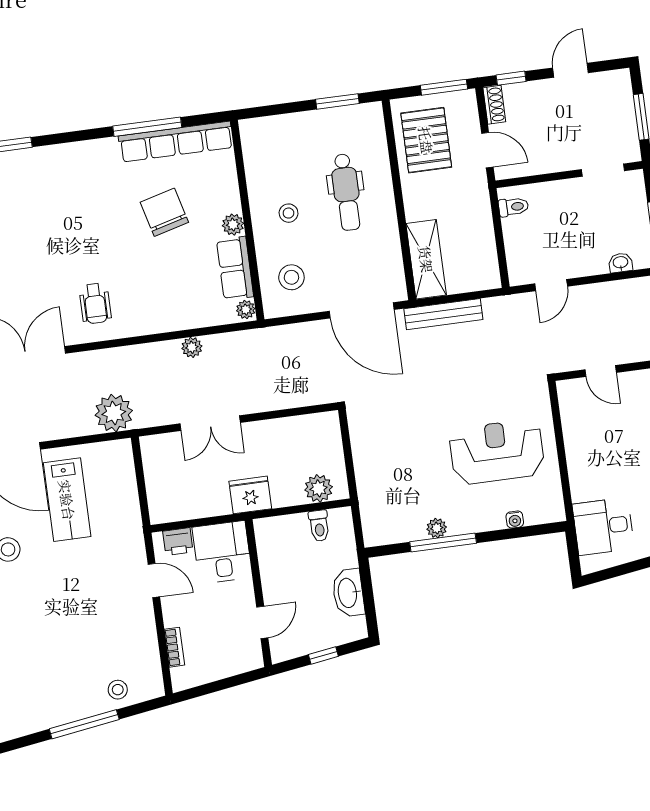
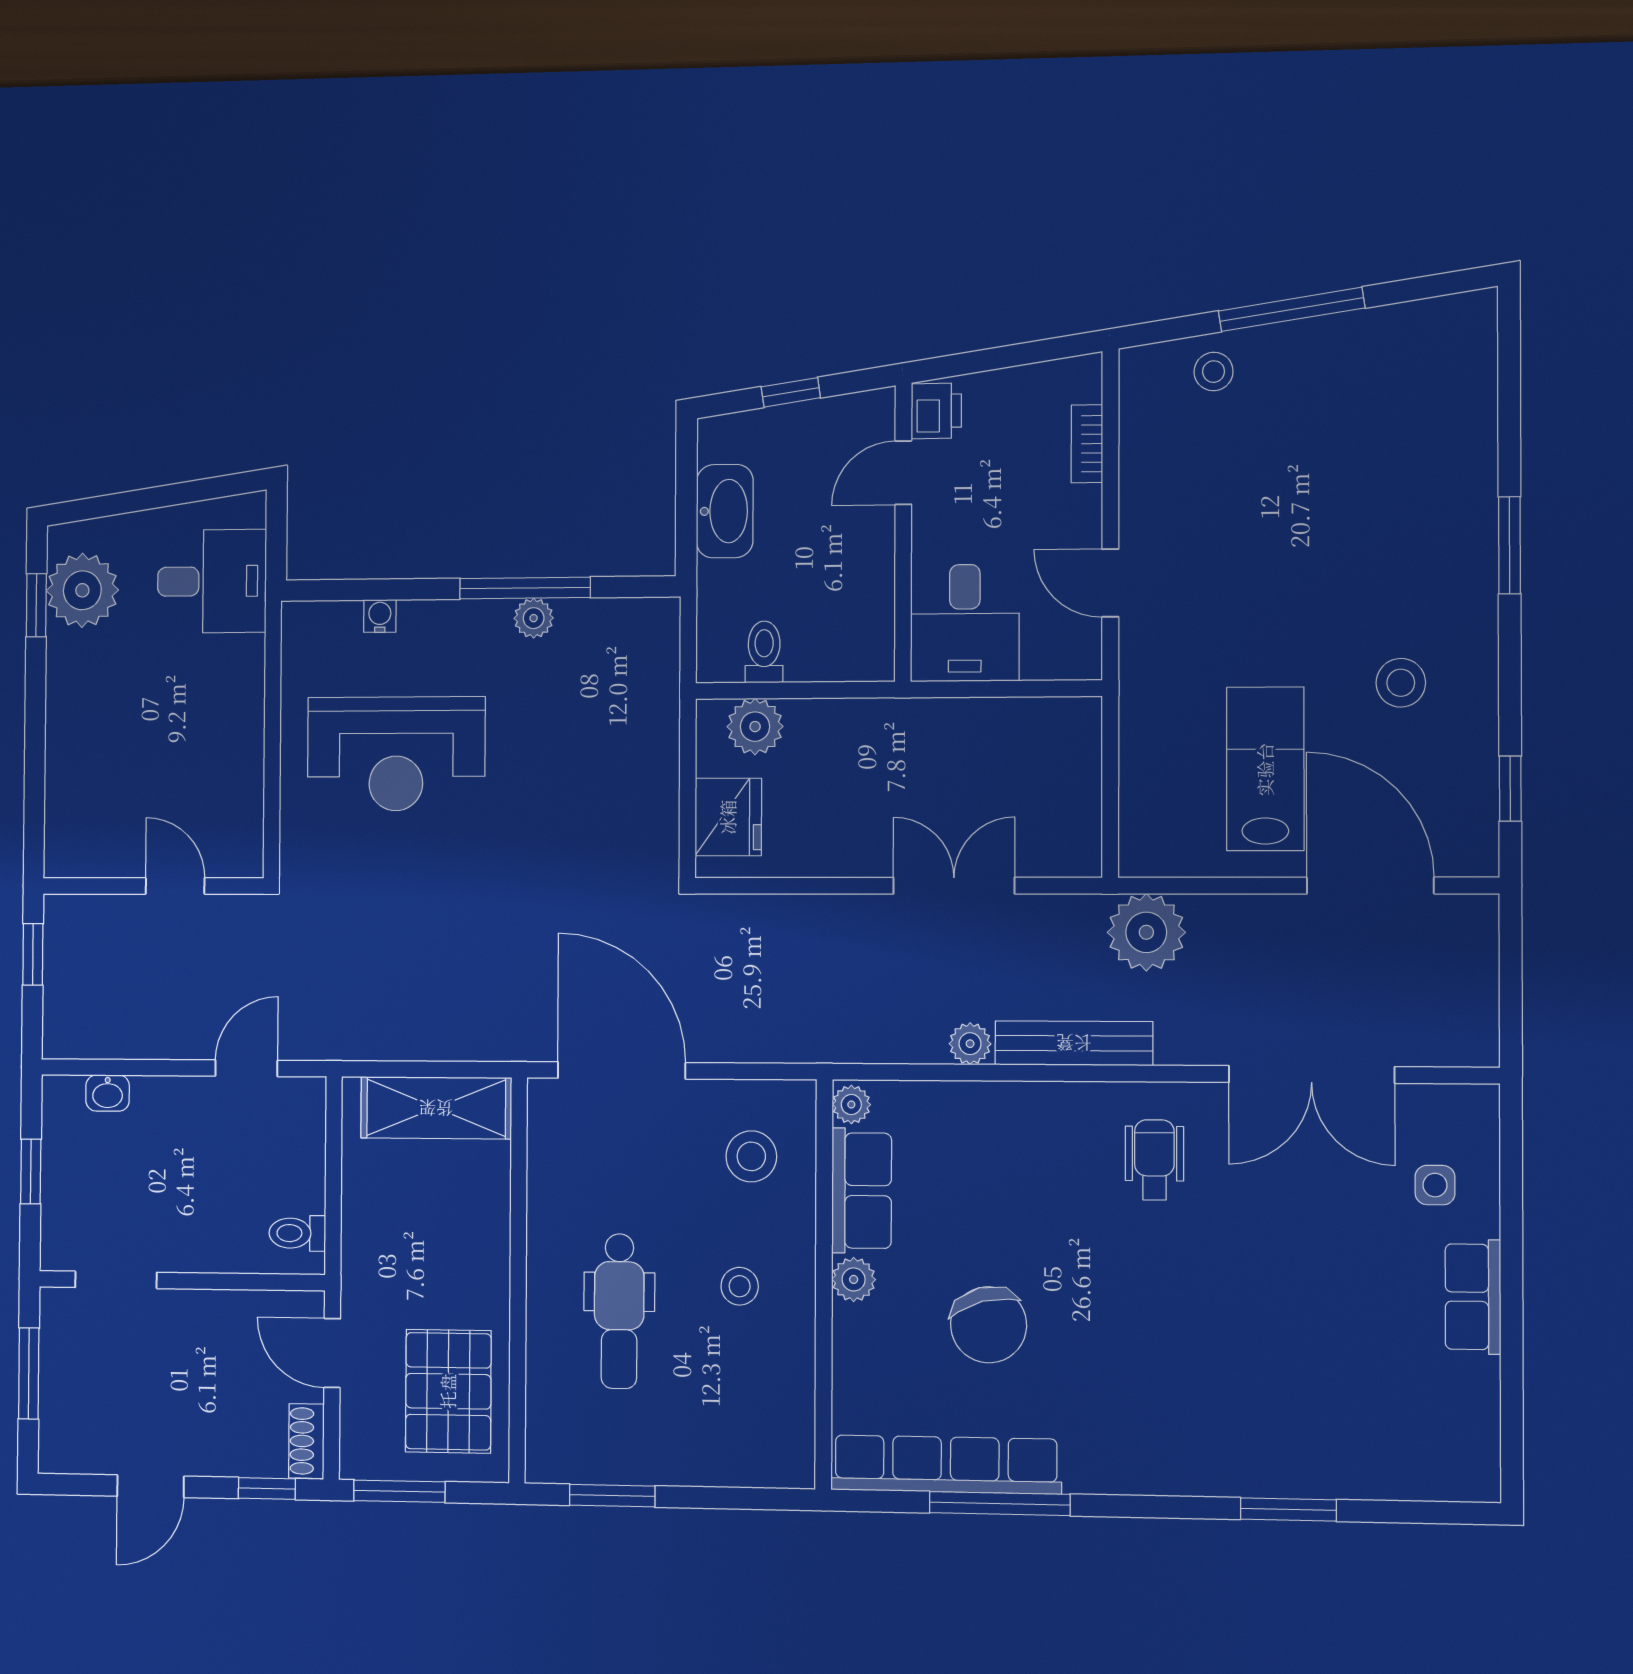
dental chair: (346, 192) -> (619, 1311), turned 180
shelving: (426, 259) -> (436, 1108), moved, turned 90
bench: (443, 314) -> (1074, 1043), moved
fridge: (250, 495) -> (728, 817), moved, turned -90
printer: (178, 542) -> (936, 411), moved, turned 90

